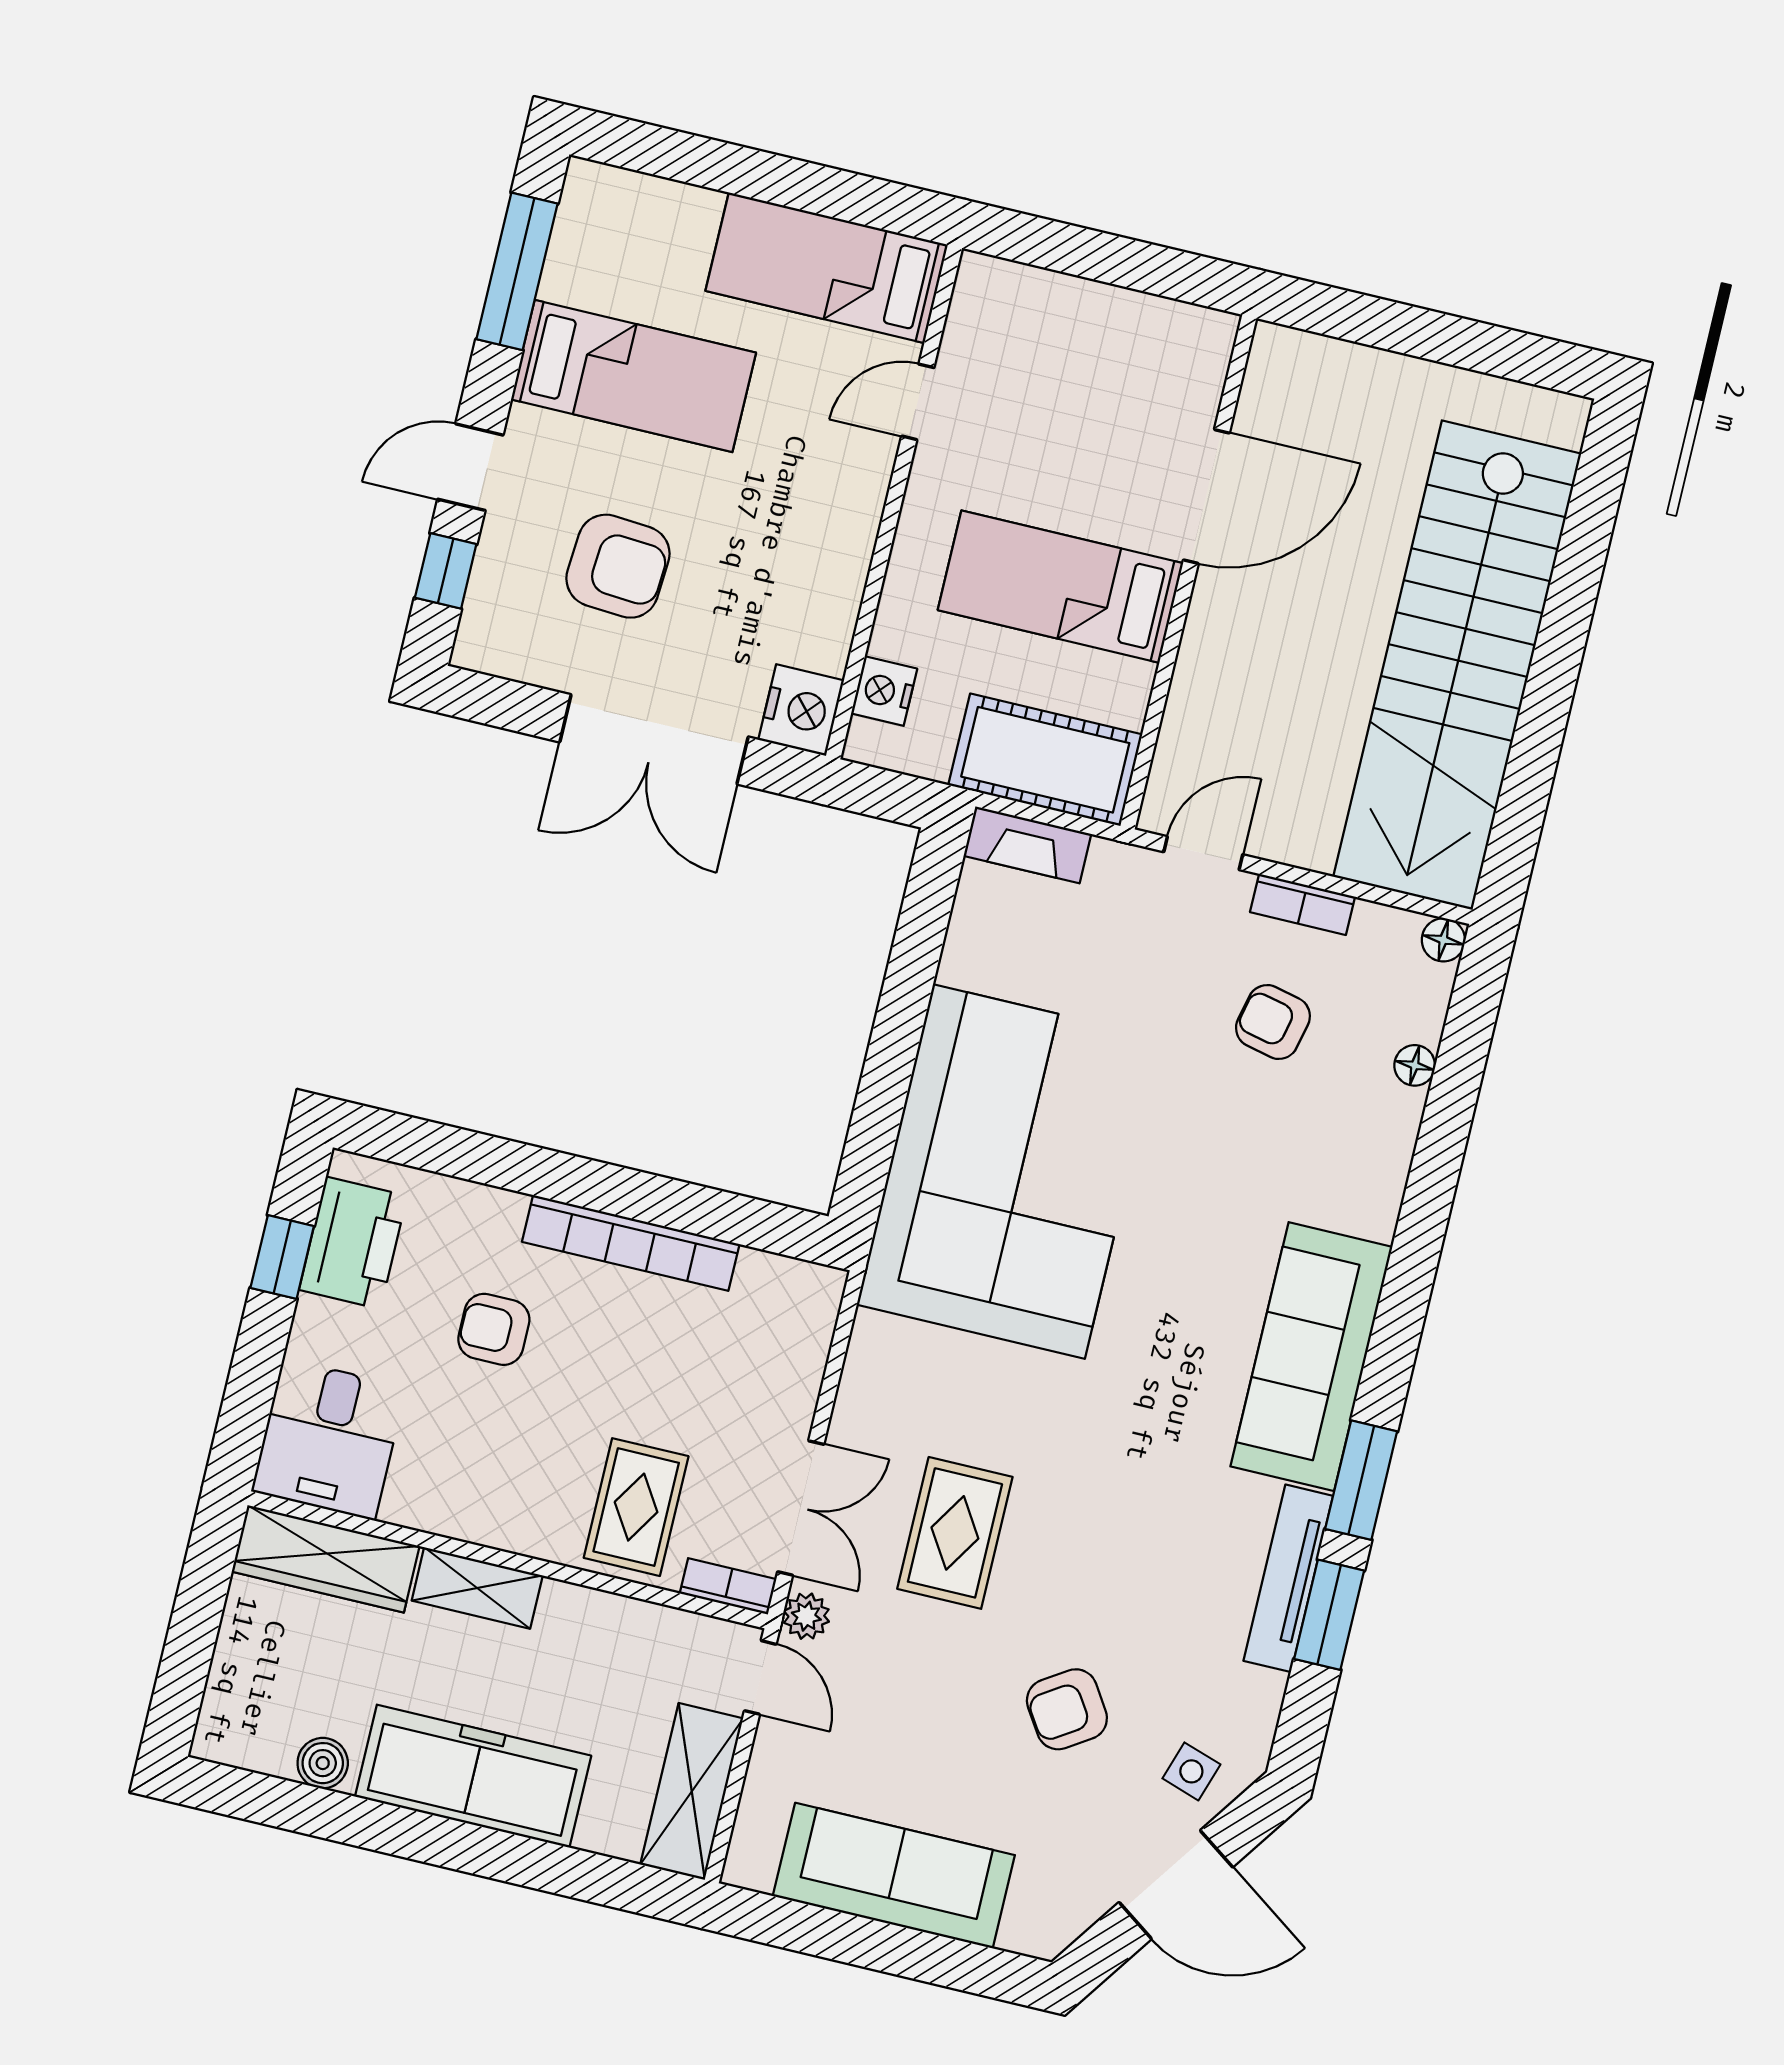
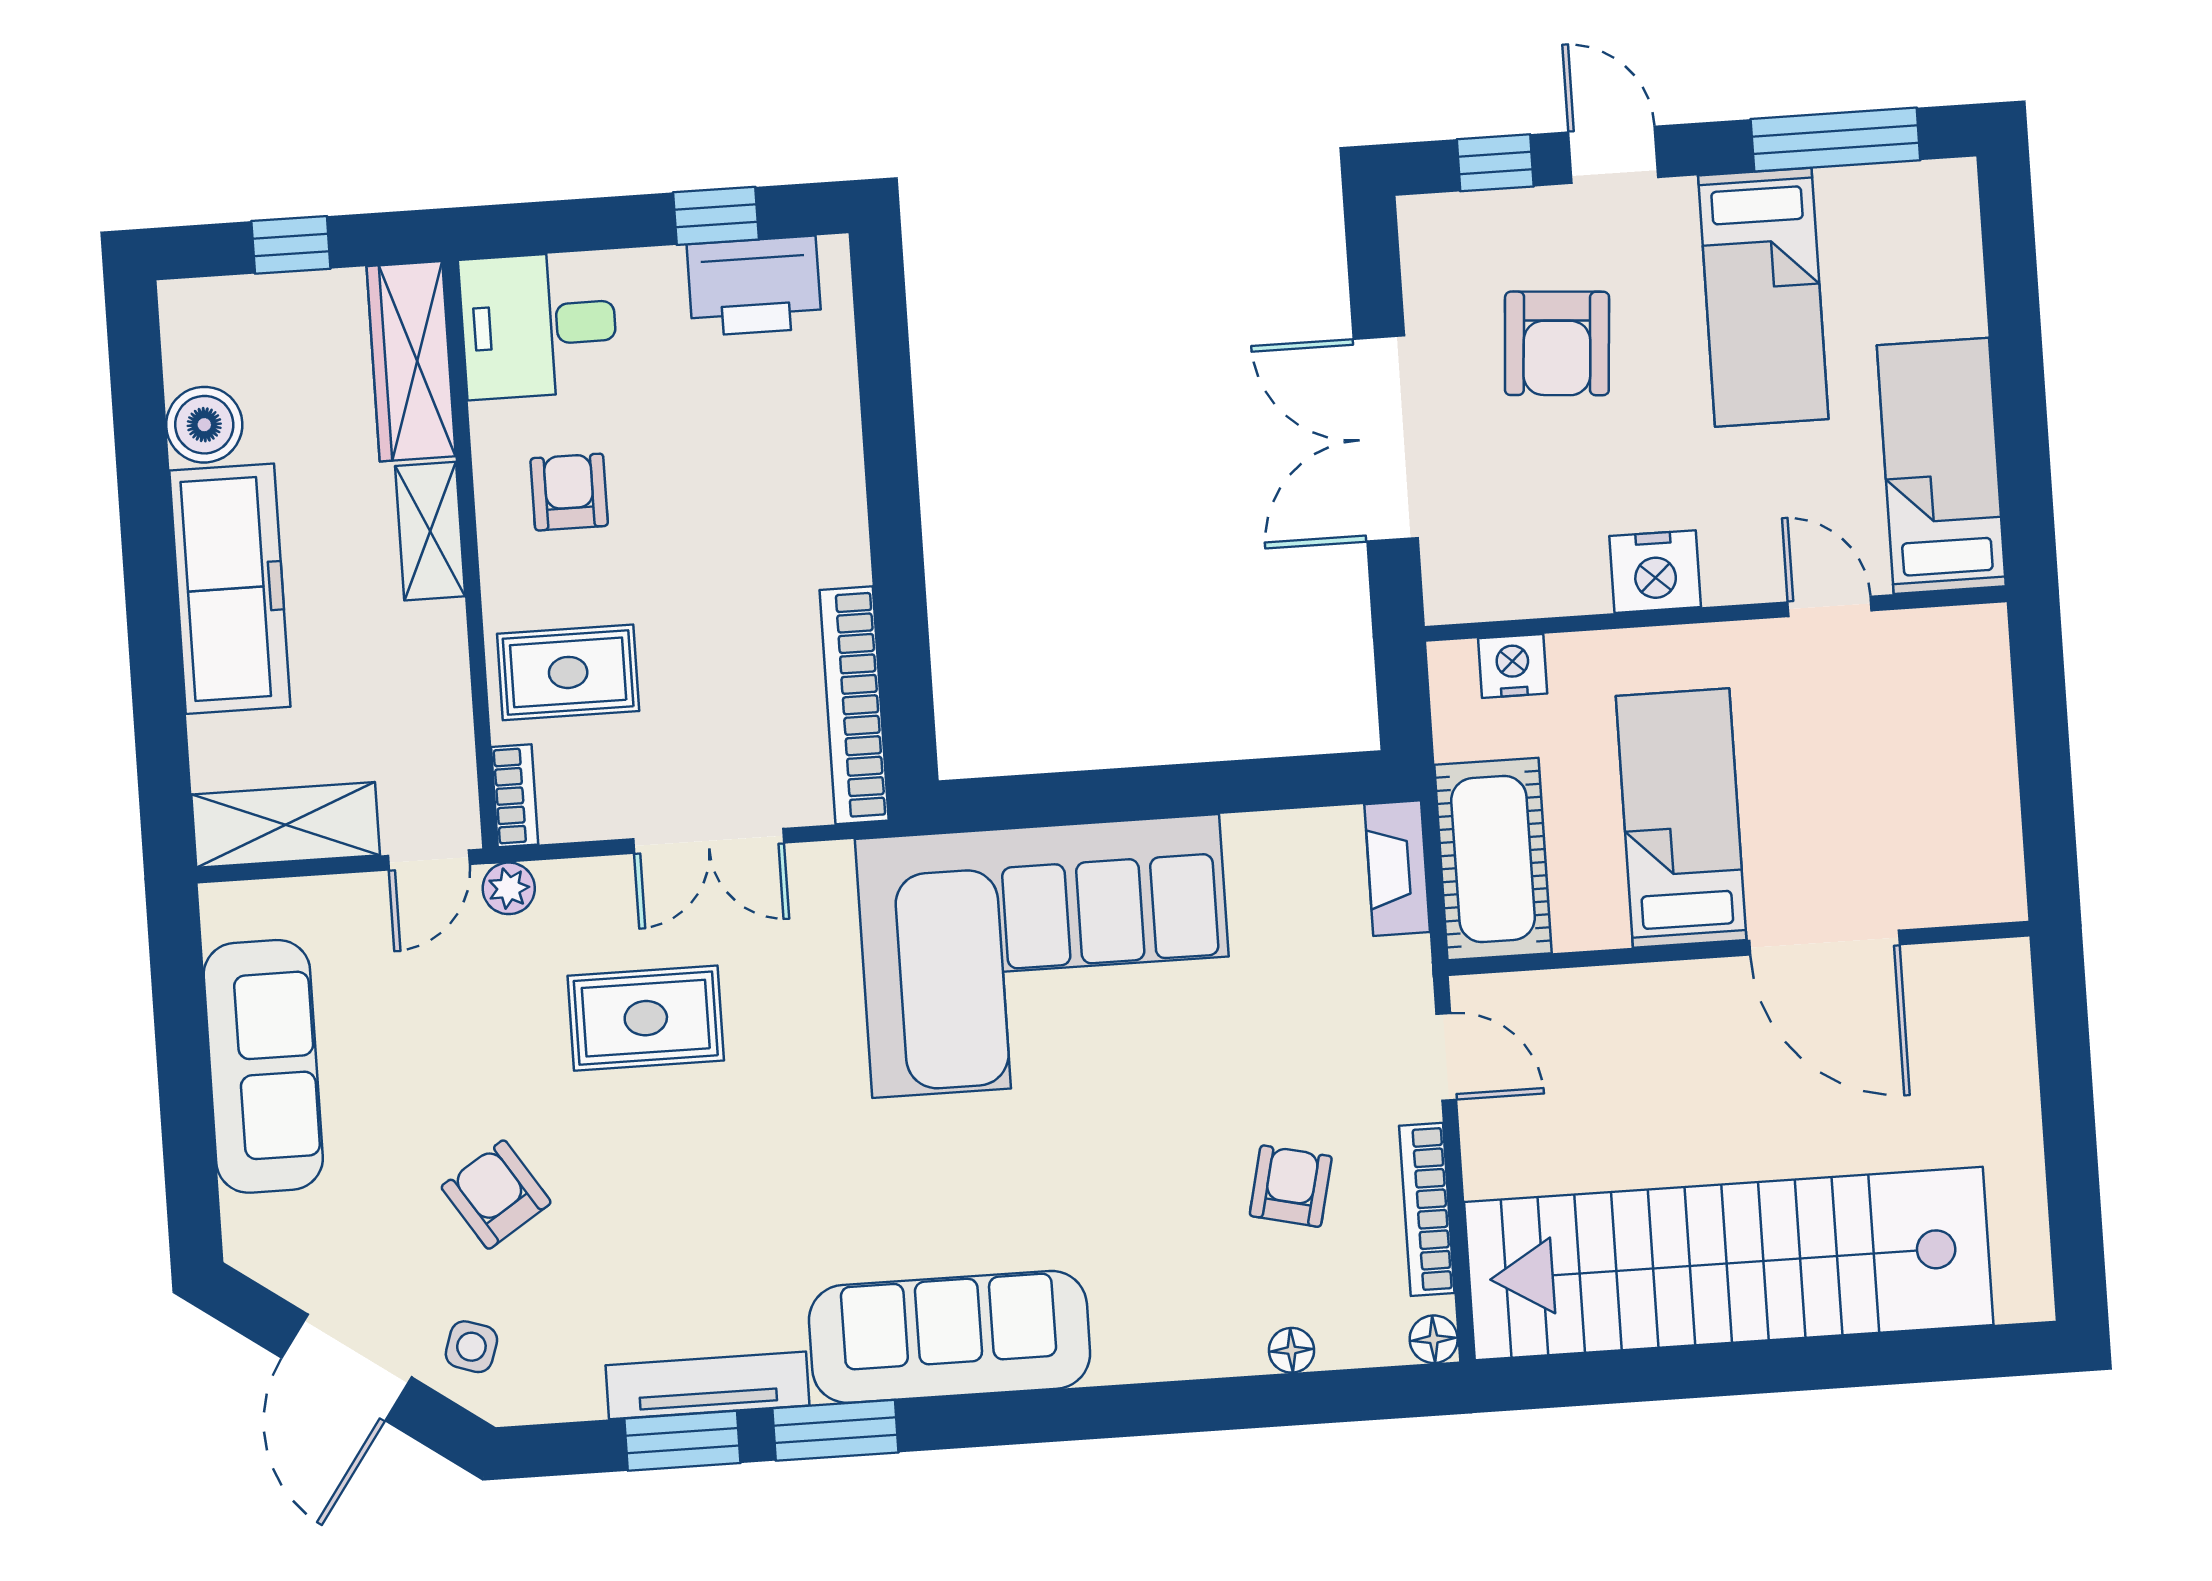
nightstand: (801, 710) -> (1655, 572), moved
bookcase: (1303, 904) -> (1427, 1209), width x1.56
bookcase: (631, 1243) -> (854, 705), moved
armchair: (494, 1329) -> (569, 492), moved
double door: (801, 1508) -> (709, 841), moved
window: (193, 1631) -> (291, 245), added
boiler: (323, 1763) -> (204, 425), width x1.36, depth x1.36

